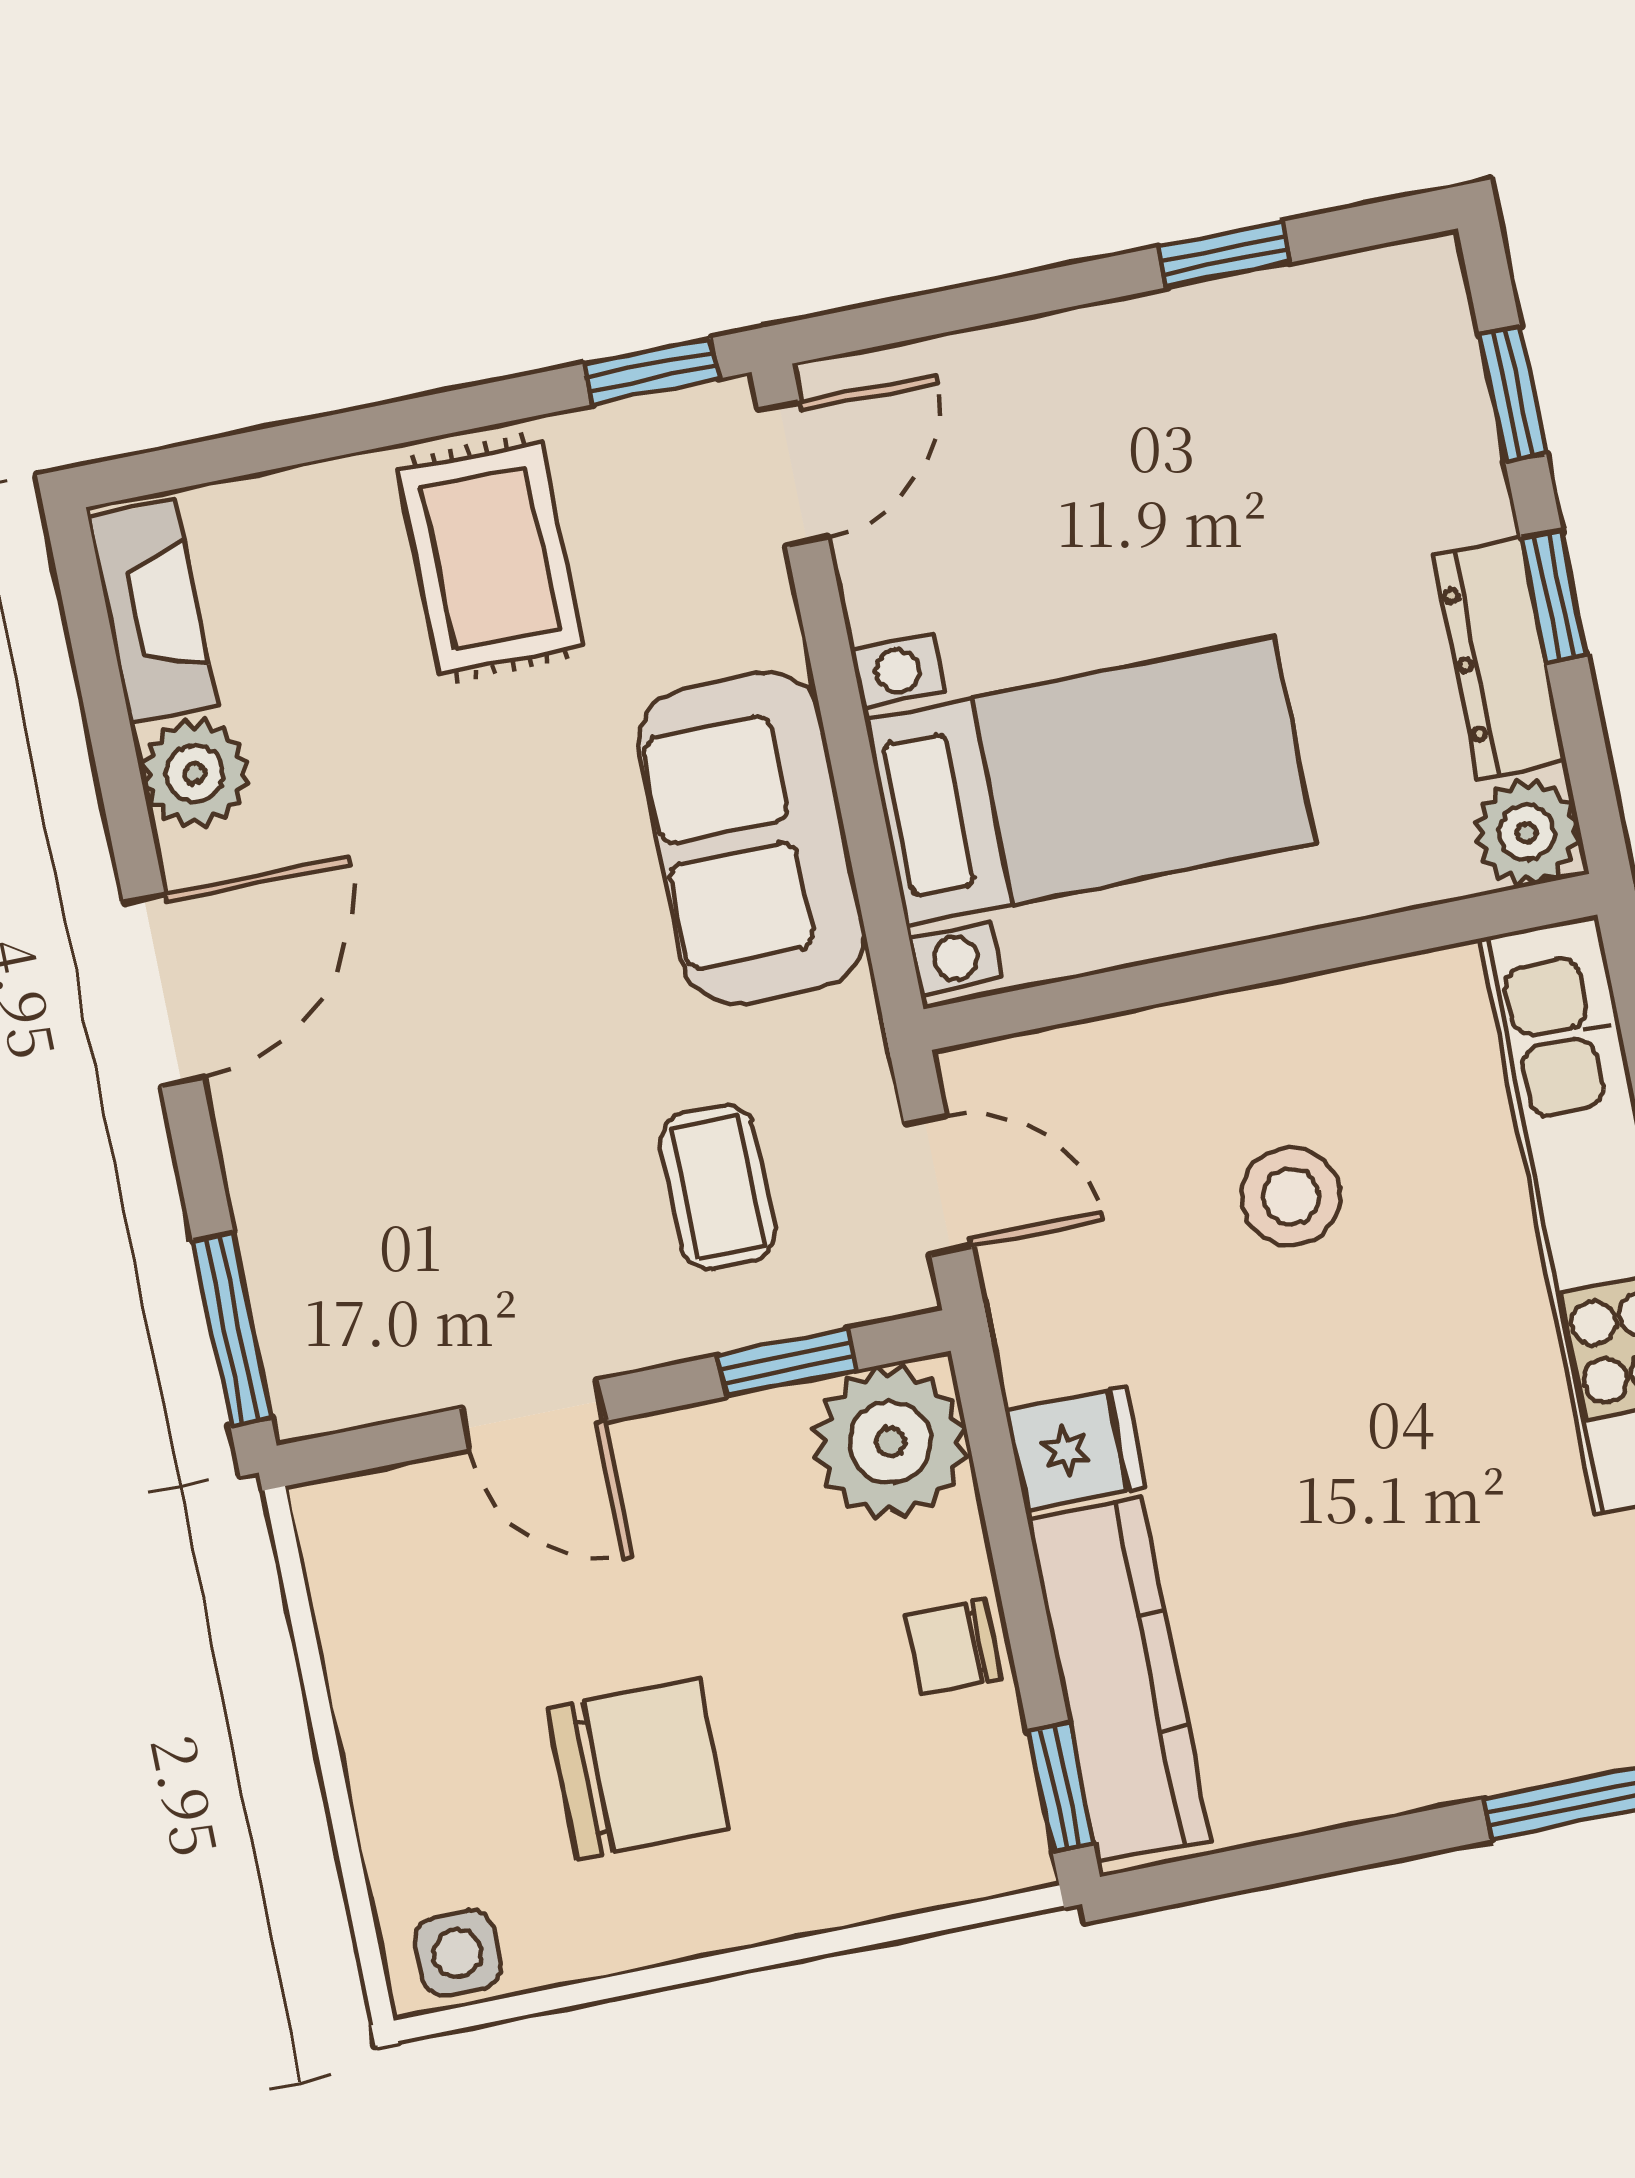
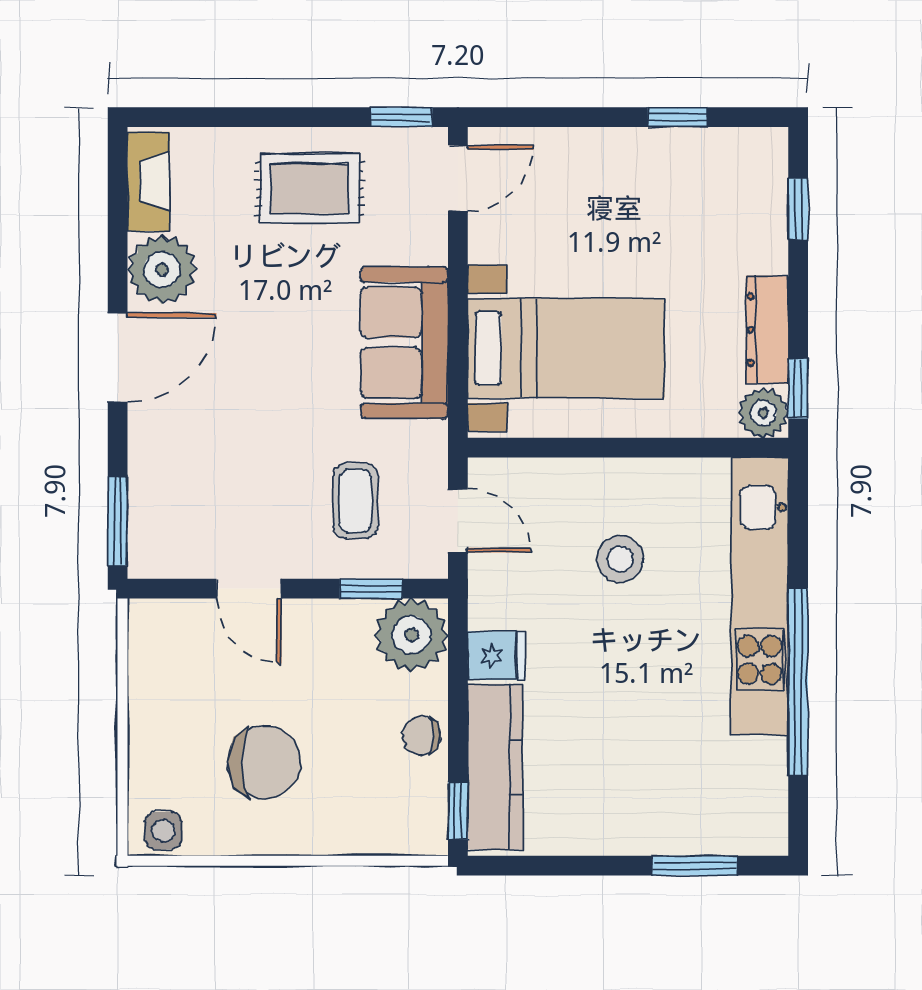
rug: (490, 558) -> (310, 189), turned 90
window: (1554, 597) -> (798, 388), moved
plant: (195, 773) -> (162, 269), width x1.36, depth x1.36

